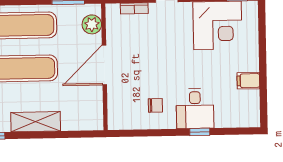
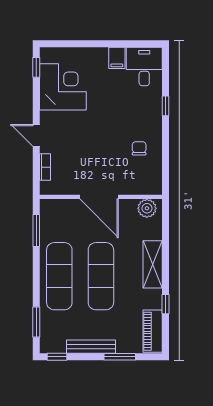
plant: (92, 24) -> (147, 208), moved
desk: (195, 108) -> (144, 66), moved, turned -90

